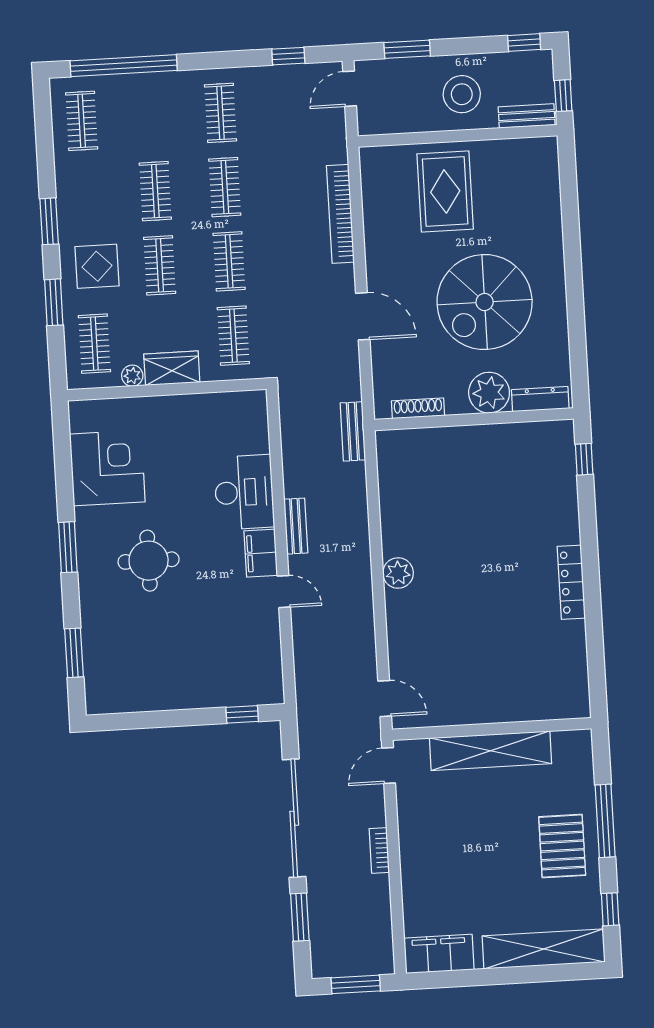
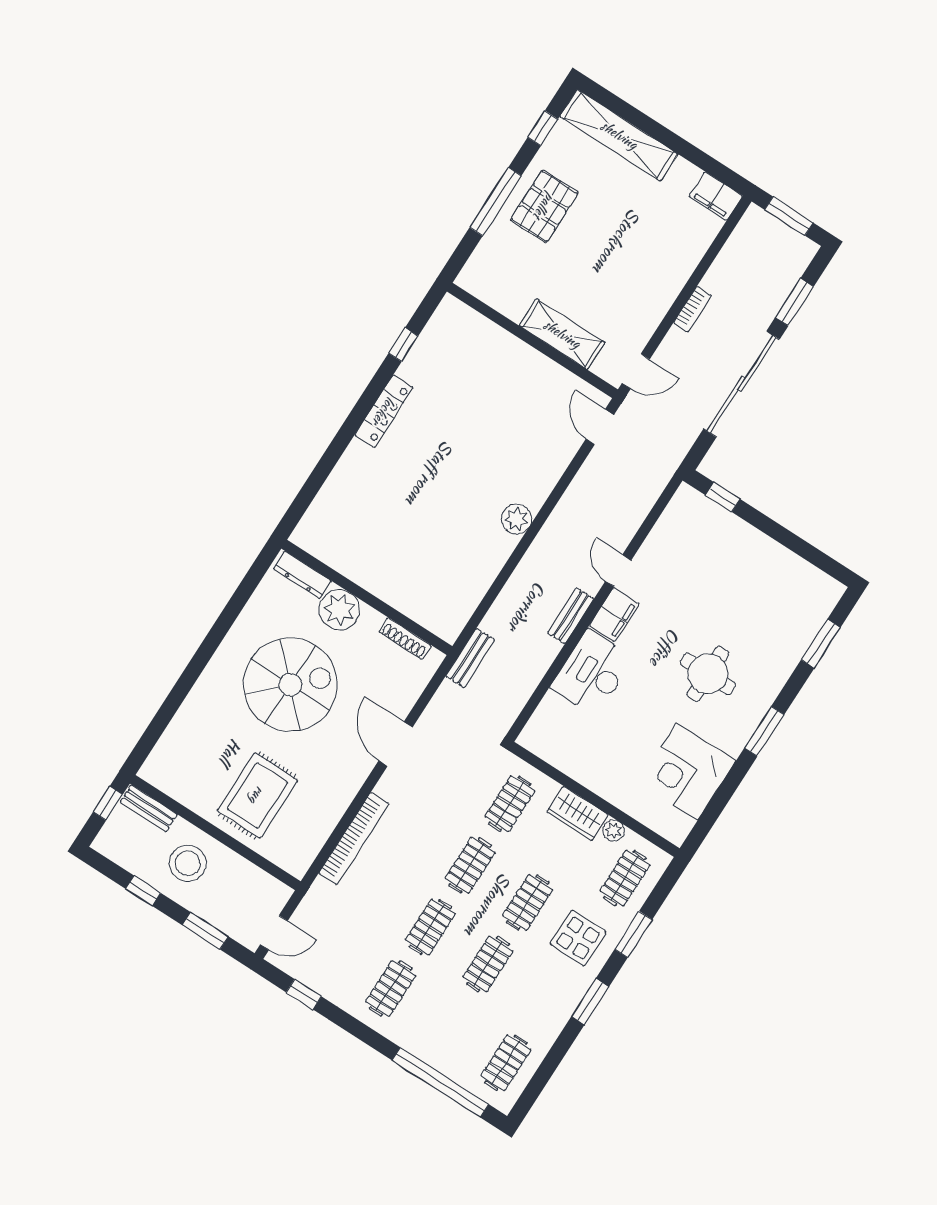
window: (524, 42) -> (143, 891), moved
window: (584, 459) -> (403, 345), moved
shelving: (491, 751) -> (562, 334), width x0.68
filing cabinet: (439, 954) -> (716, 196), width x0.67, depth x0.86

